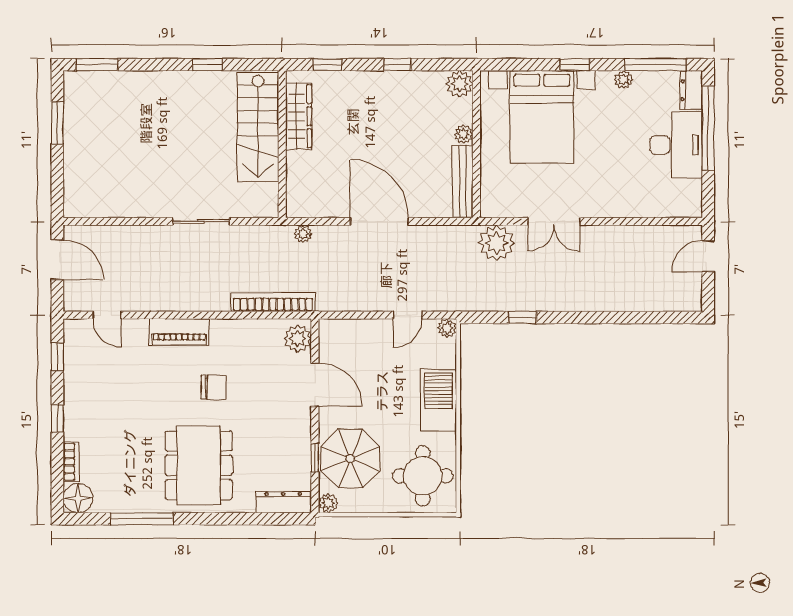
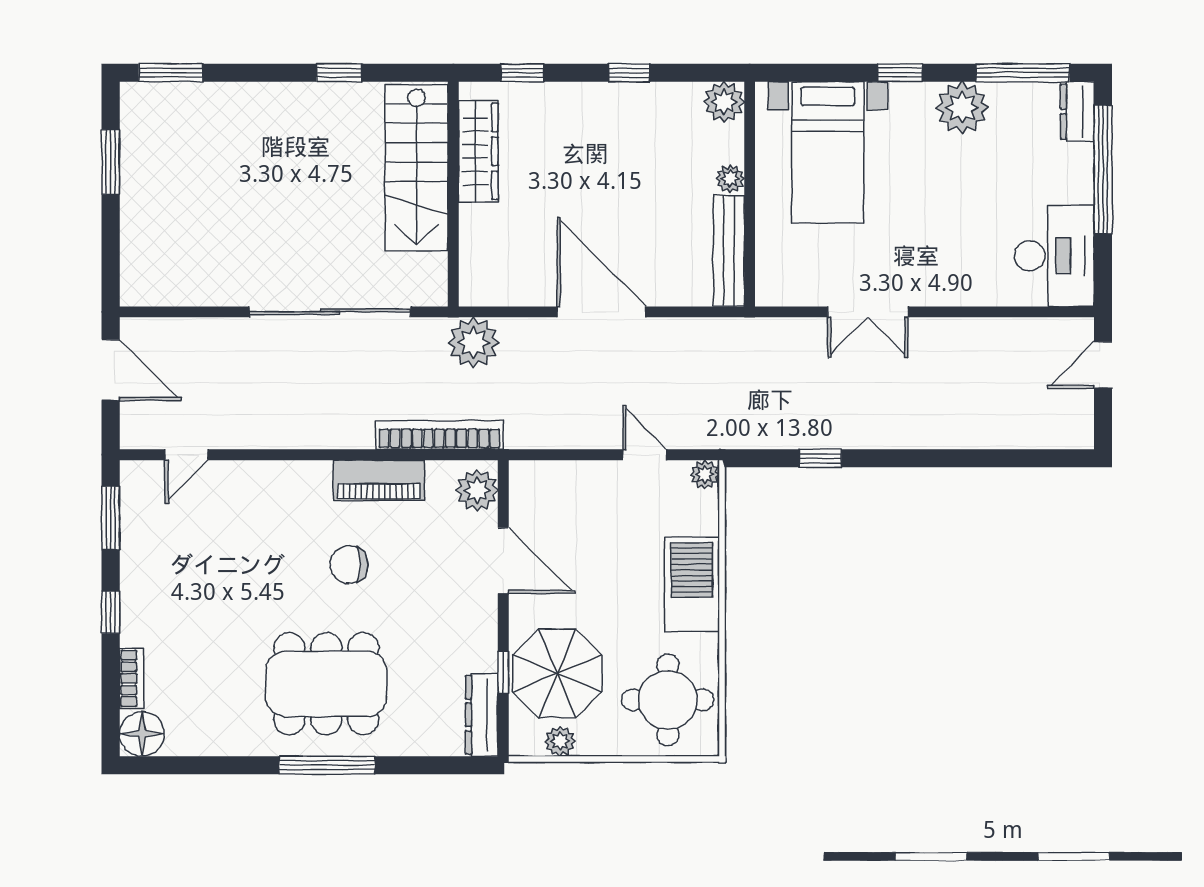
plant: (624, 80) -> (962, 108), width x1.88, depth x1.88
bed with nightstands: (542, 117) -> (828, 152), width x0.73
desk: (676, 145) -> (1054, 256), moved
sliding door: (201, 221) -> (330, 312), width x1.86
plant: (303, 234) -> (474, 343), width x1.87, depth x1.87
plant: (496, 243) -> (780, 345), removed
door: (107, 315) -> (186, 455), hinge flipped
door: (408, 315) -> (645, 455), swing flipped
piano: (179, 332) -> (379, 480), moved
window: (57, 357) -> (111, 518), width x1.50
chair: (214, 387) -> (349, 565), turned 180
dining table: (199, 465) -> (326, 684), turned 90
dresser: (283, 502) -> (482, 715), moved, turned -90
plant: (328, 503) -> (560, 741), moved
window: (142, 519) -> (327, 765), moved

